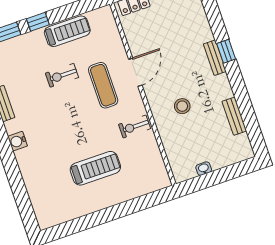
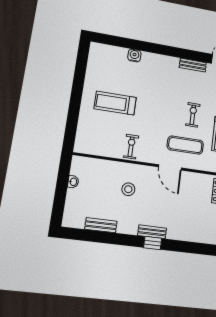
exercise mat: (103, 85) -> (185, 145), moved
water cooler: (18, 141) -> (134, 55), moved
treadmill: (95, 168) -> (115, 103), turned 90

